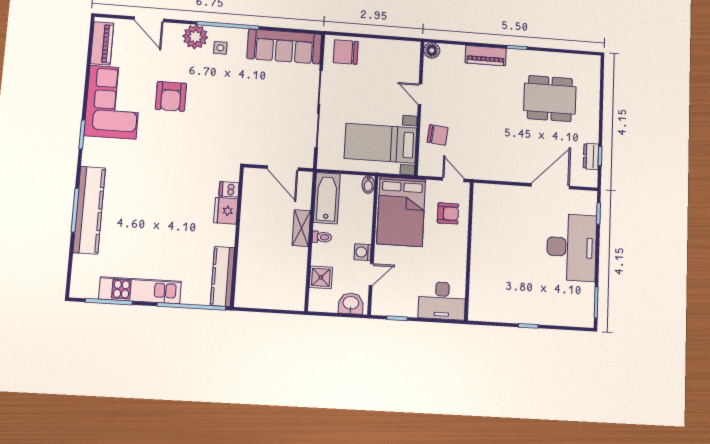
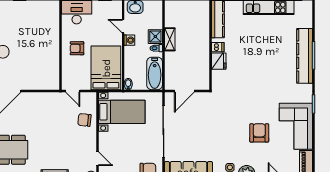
door: (420, 94) -> (97, 159), moved
door: (283, 168) -> (184, 91), swing flipped
dishwasher: (229, 189) -> (218, 47), moved
armchair: (448, 213) -> (77, 48), moved
shelving: (301, 228) -> (170, 39), moved
door: (371, 275) -> (123, 26), hinge flipped
shower: (321, 277) -> (155, 37), moved

